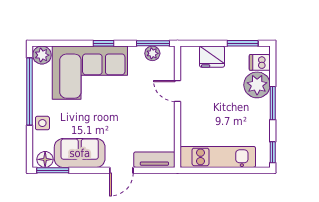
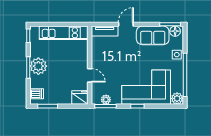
fridge: (212, 57) -> (80, 97), moved
plant: (257, 85) -> (38, 66), moved

